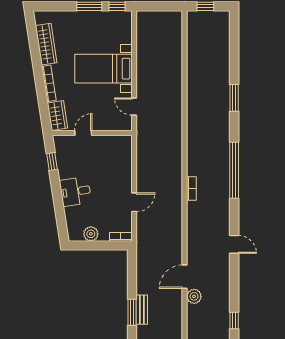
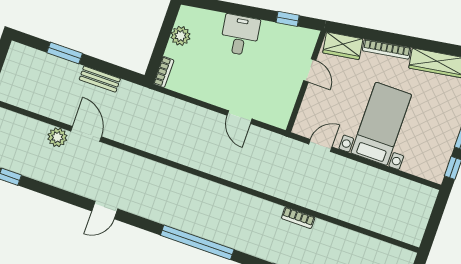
bookcase: (191, 189) -> (298, 218), moved
door: (134, 202) -> (240, 117), moved
bench: (142, 310) -> (100, 79), moved

